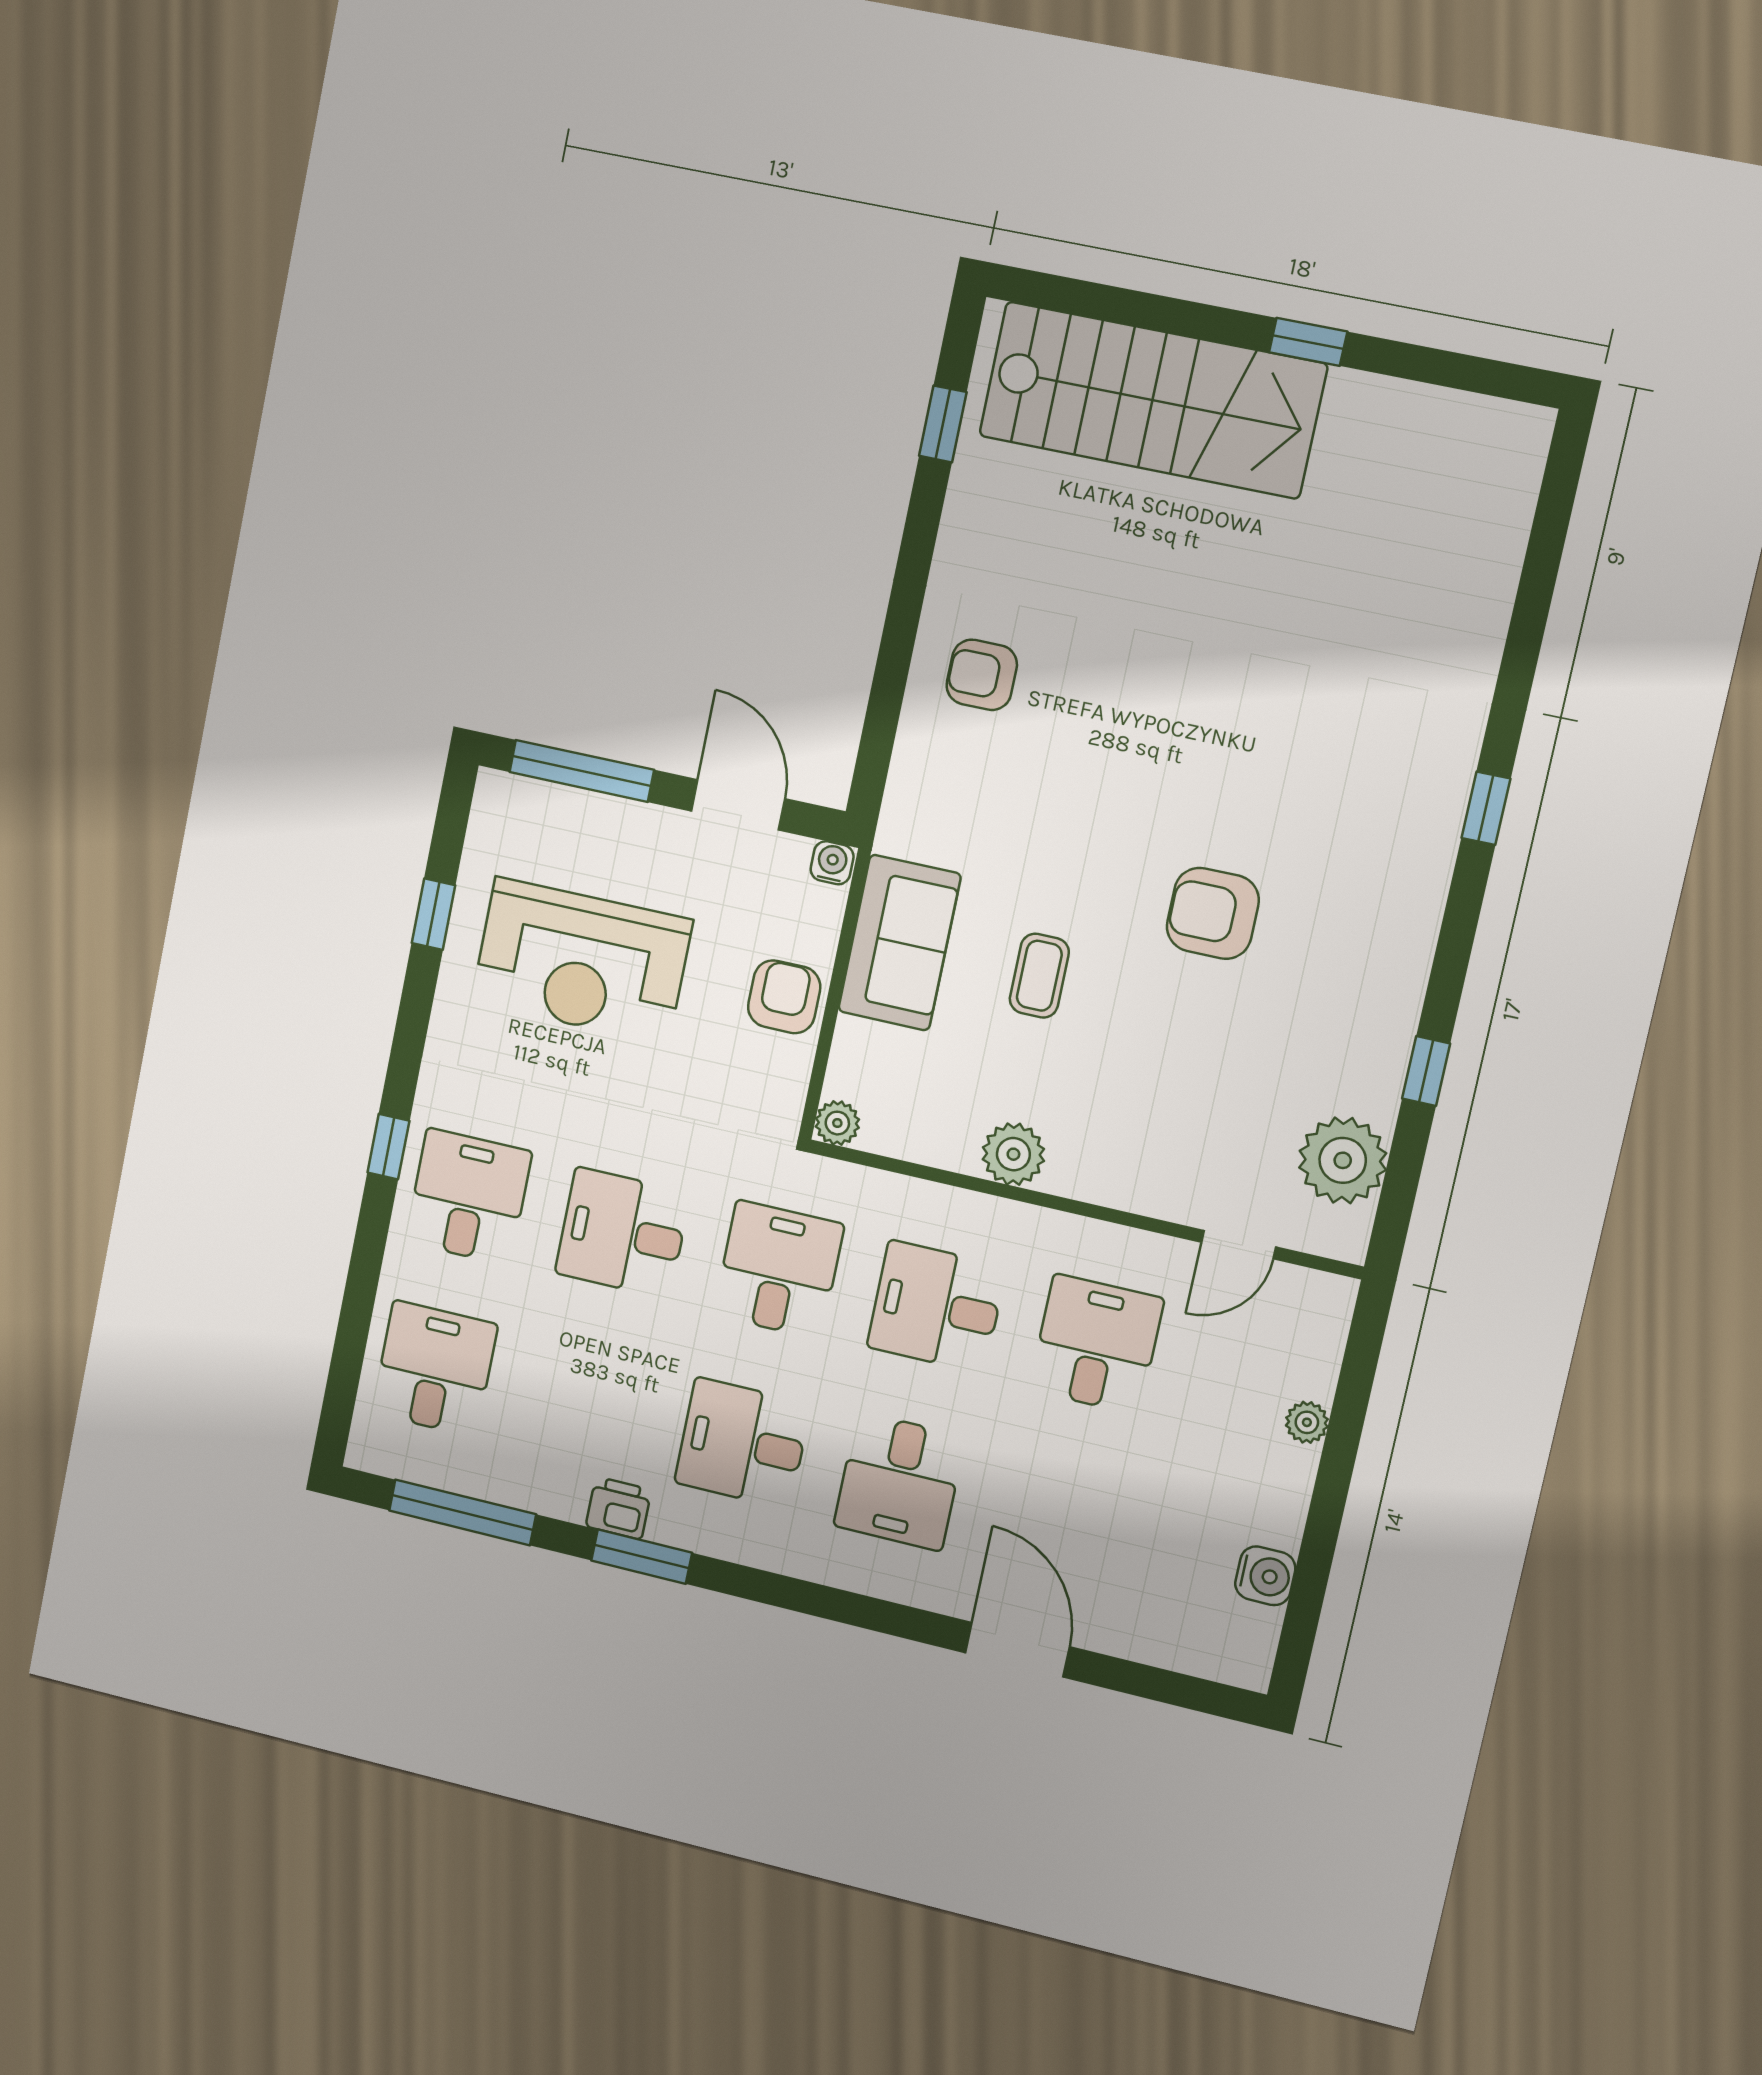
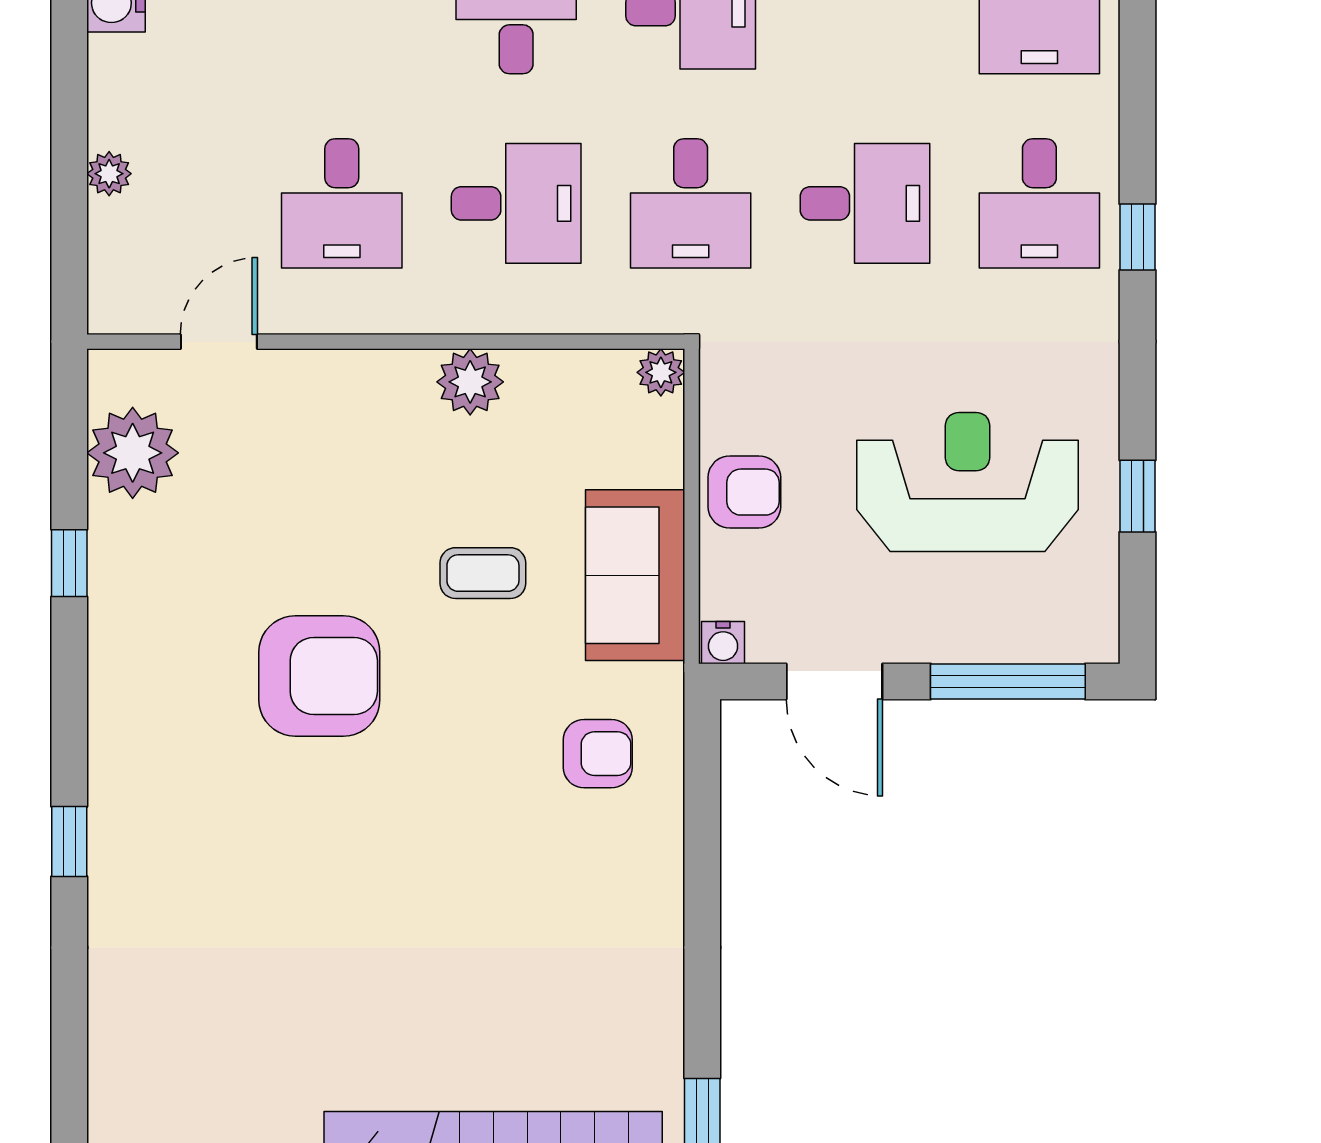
armchair: (982, 675) -> (598, 754), moved
armchair: (1213, 913) -> (319, 676), width x1.36, depth x1.36
coffee table: (1039, 976) -> (483, 573), turned 90
armchair: (784, 997) -> (744, 492), turned -90

